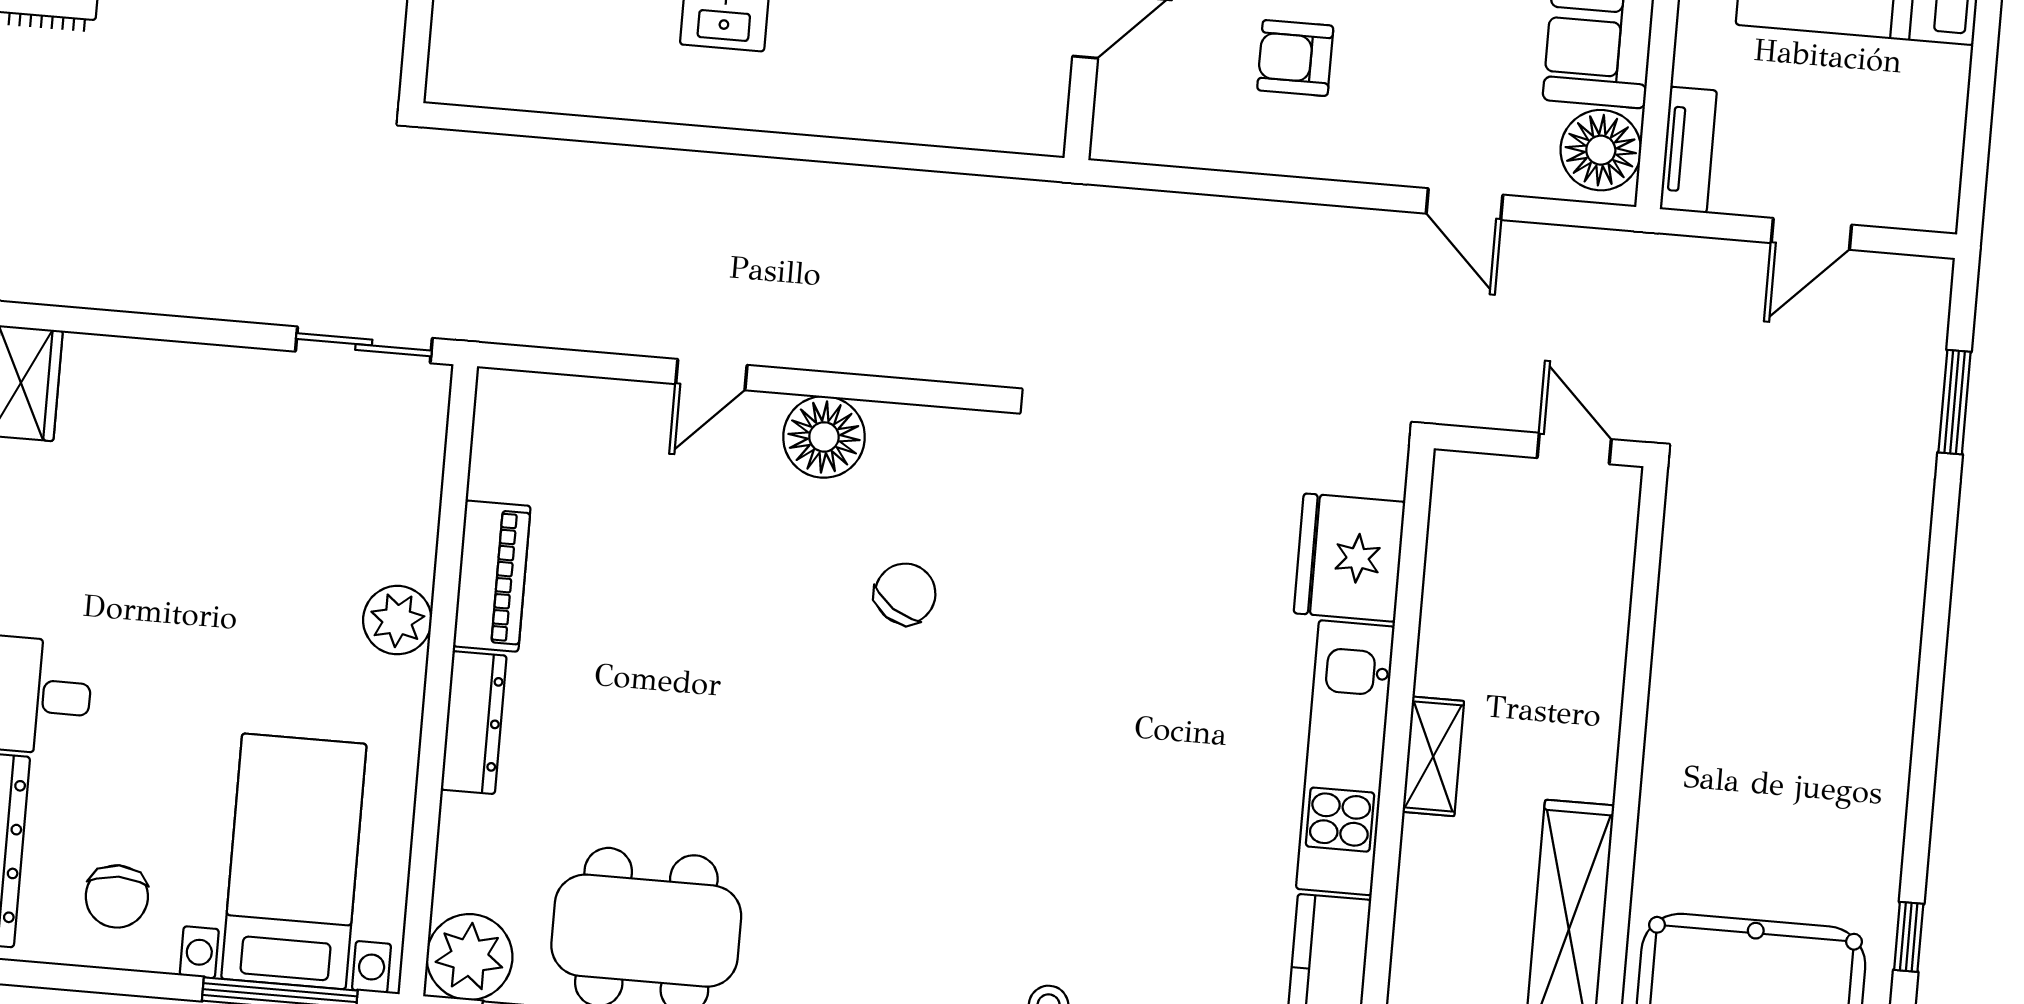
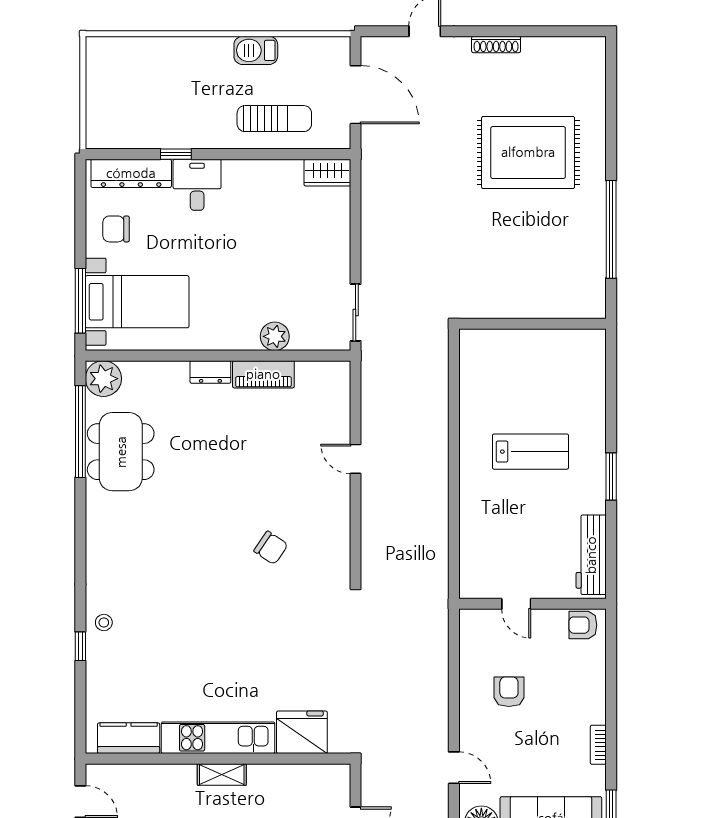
door: (1465, 204) -> (454, 768), swing flipped
floor lamp: (824, 437) -> (334, 508), removed
plant: (397, 620) -> (275, 336), moved
dresser: (474, 723) -> (210, 372), width x0.70

